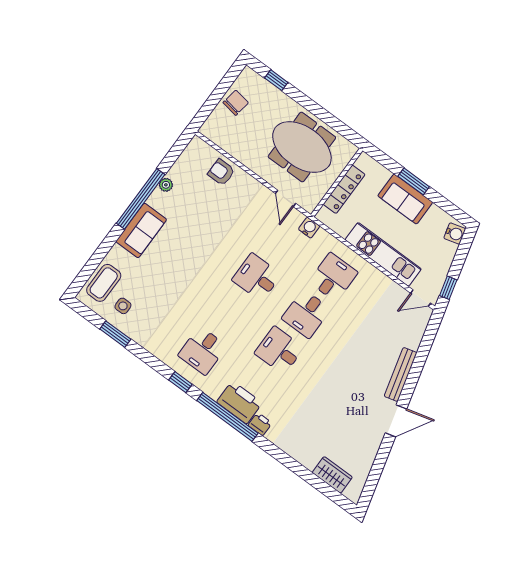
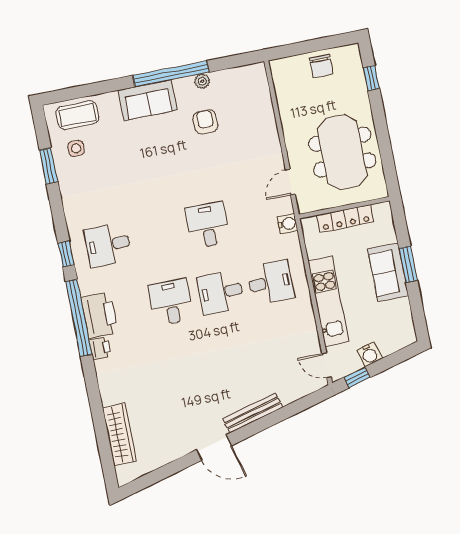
chair: (236, 103) -> (321, 66), turned 81
armchair: (221, 172) -> (205, 122), moved
water cooler: (455, 233) -> (369, 354), moved
wardrobe: (332, 475) -> (119, 434), width x1.50

